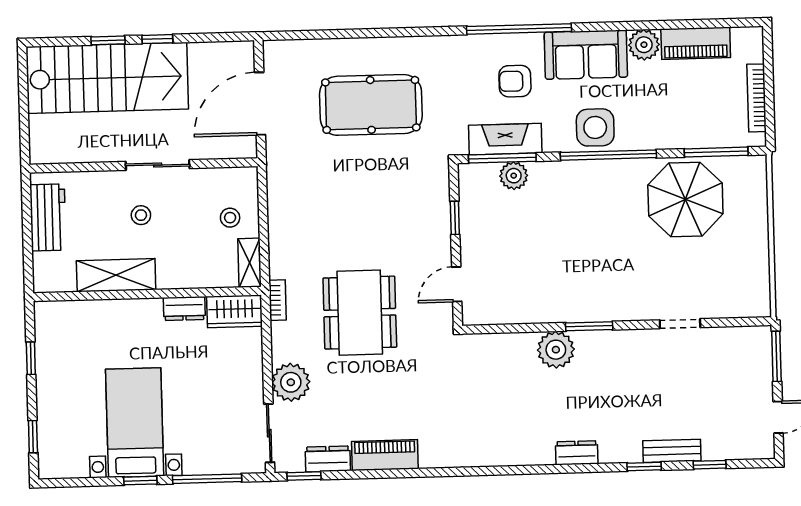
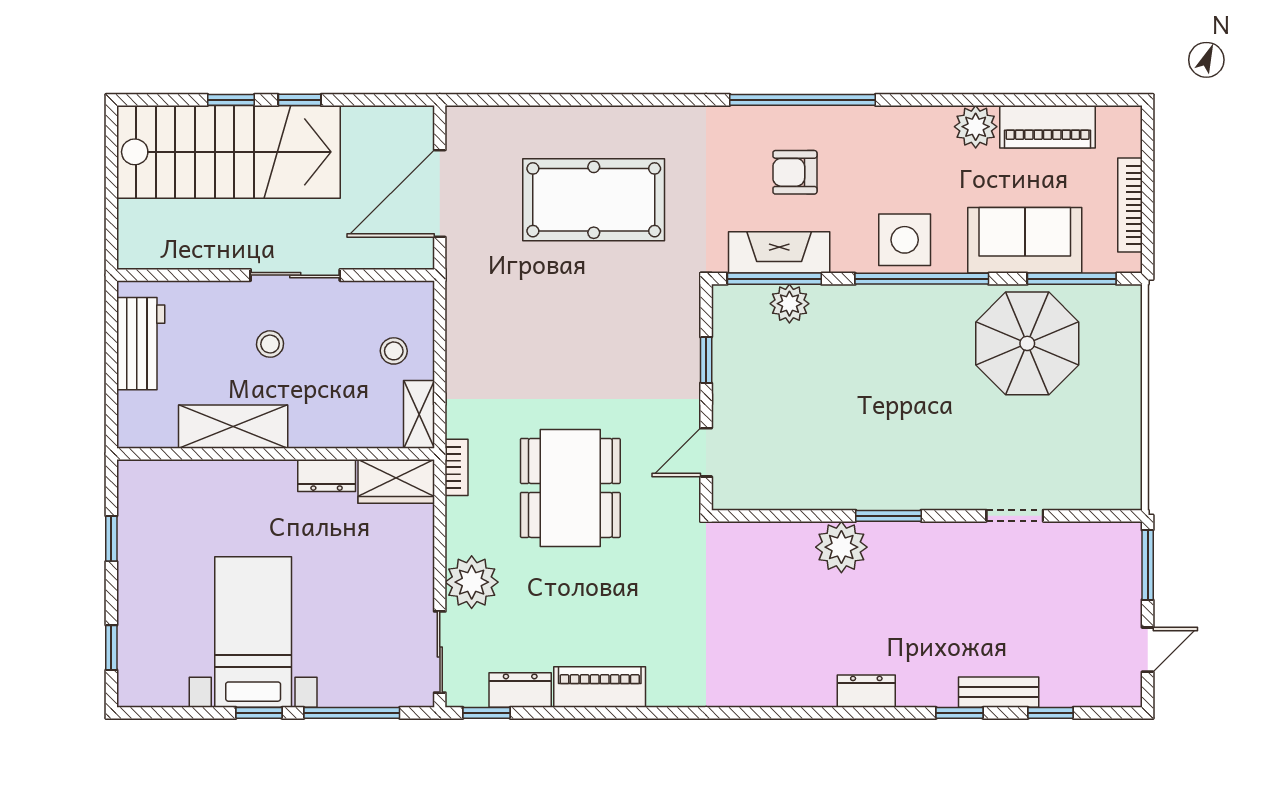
sofa: (586, 55) -> (1025, 240), moved, turned 180

